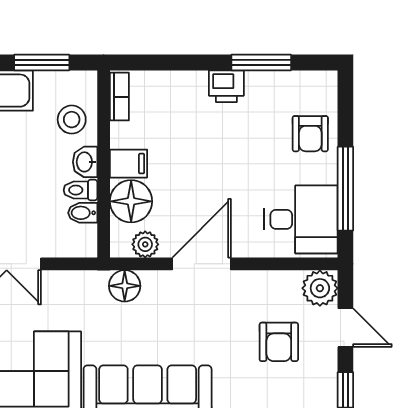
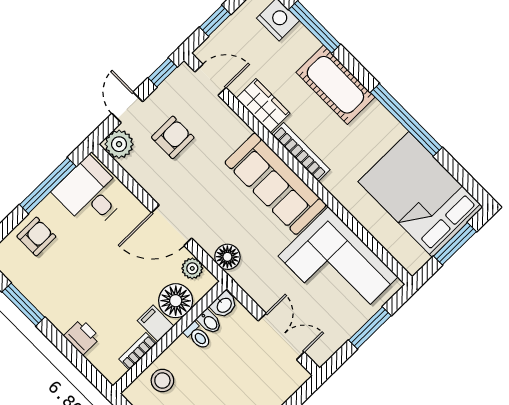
printer: (226, 86) -> (82, 337), moved
bookcase: (119, 97) -> (138, 351), moved
washbasin: (85, 162) -> (224, 305), moved

